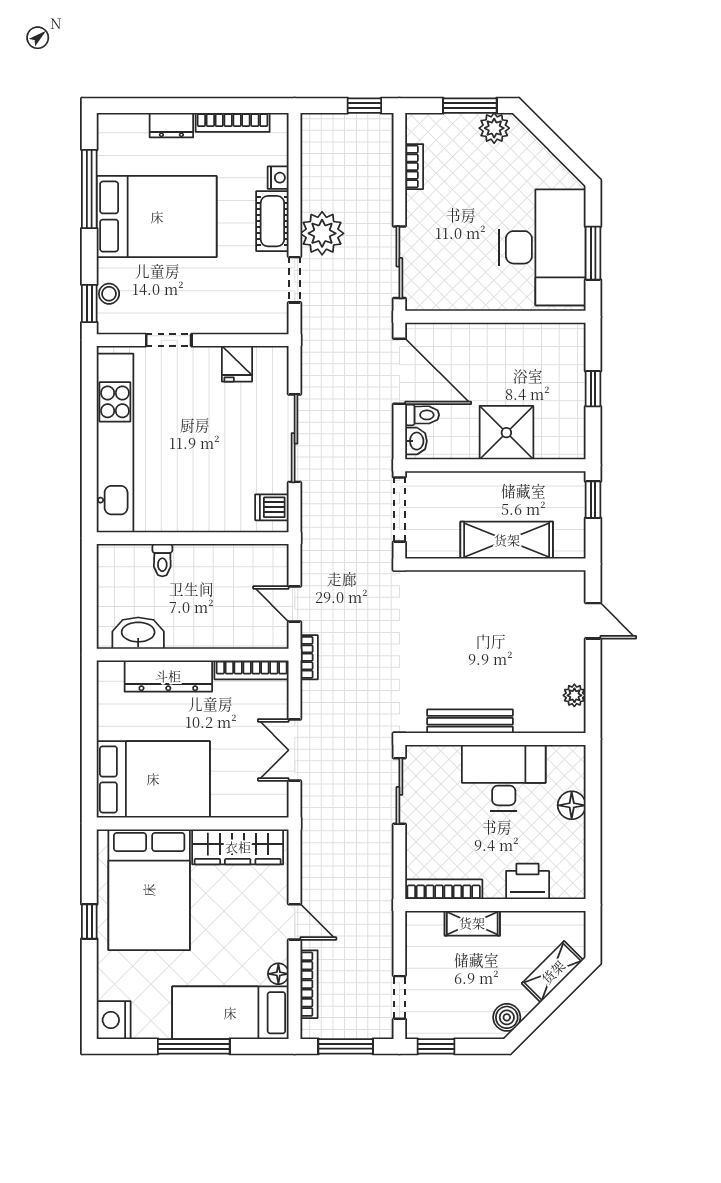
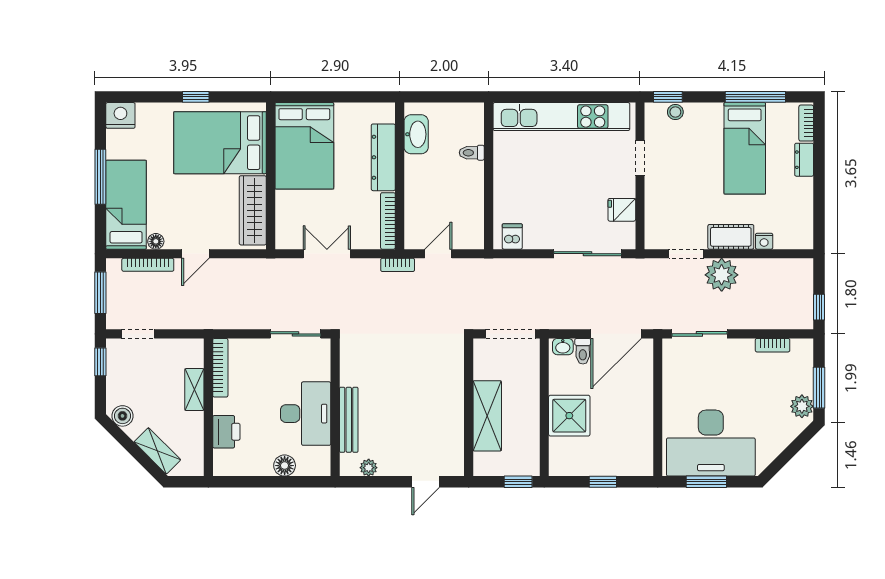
bookcase: (233, 122) -> (806, 123), moved, width x0.64
bed: (157, 217) -> (745, 148), width x0.67
sliding door: (295, 438) -> (588, 254), moved
bench: (470, 721) -> (349, 420), moved

